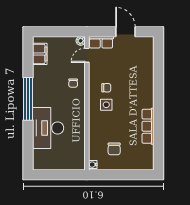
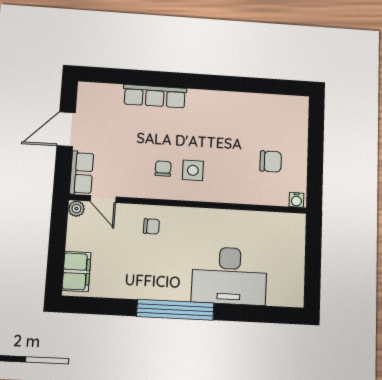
filing cabinet: (40, 54) -> (76, 271), moved, turned 90
row of seats: (148, 126) -> (155, 96), moved

